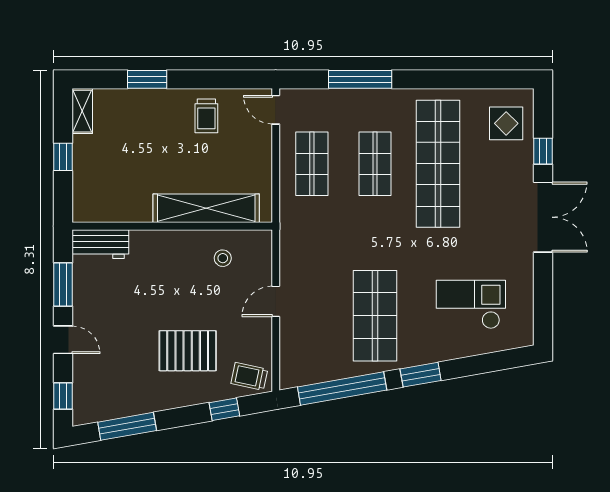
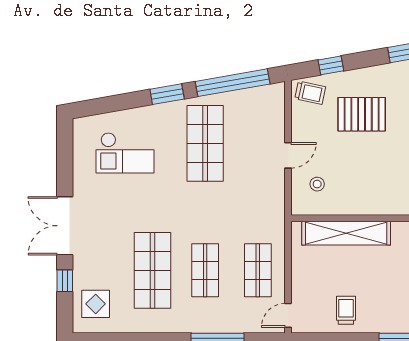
door: (276, 110) -> (288, 315), swing flipped
shop shelf: (438, 164) -> (152, 270), width x0.71
stool: (223, 258) -> (317, 184), moved

